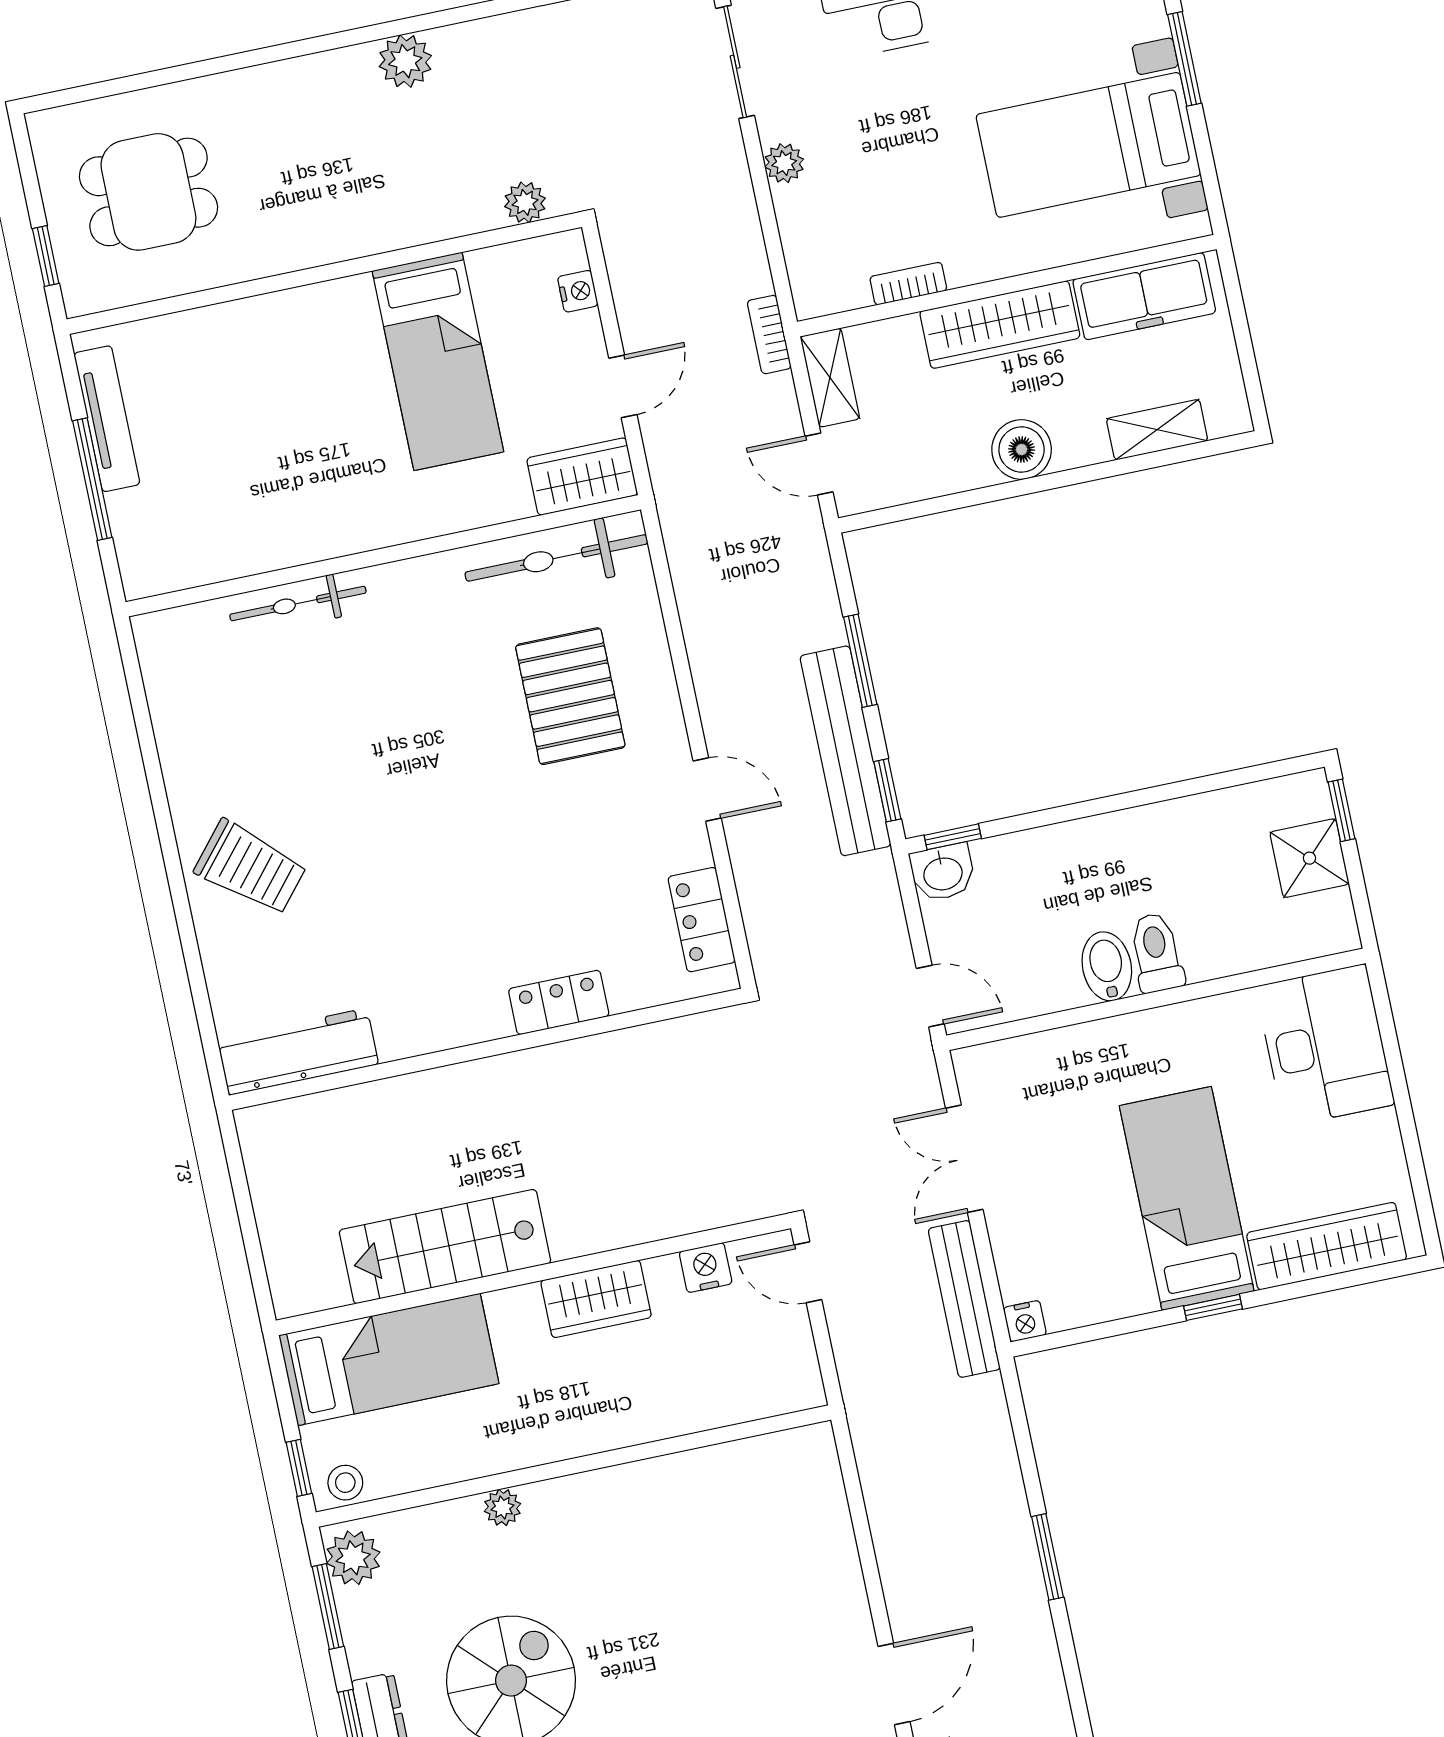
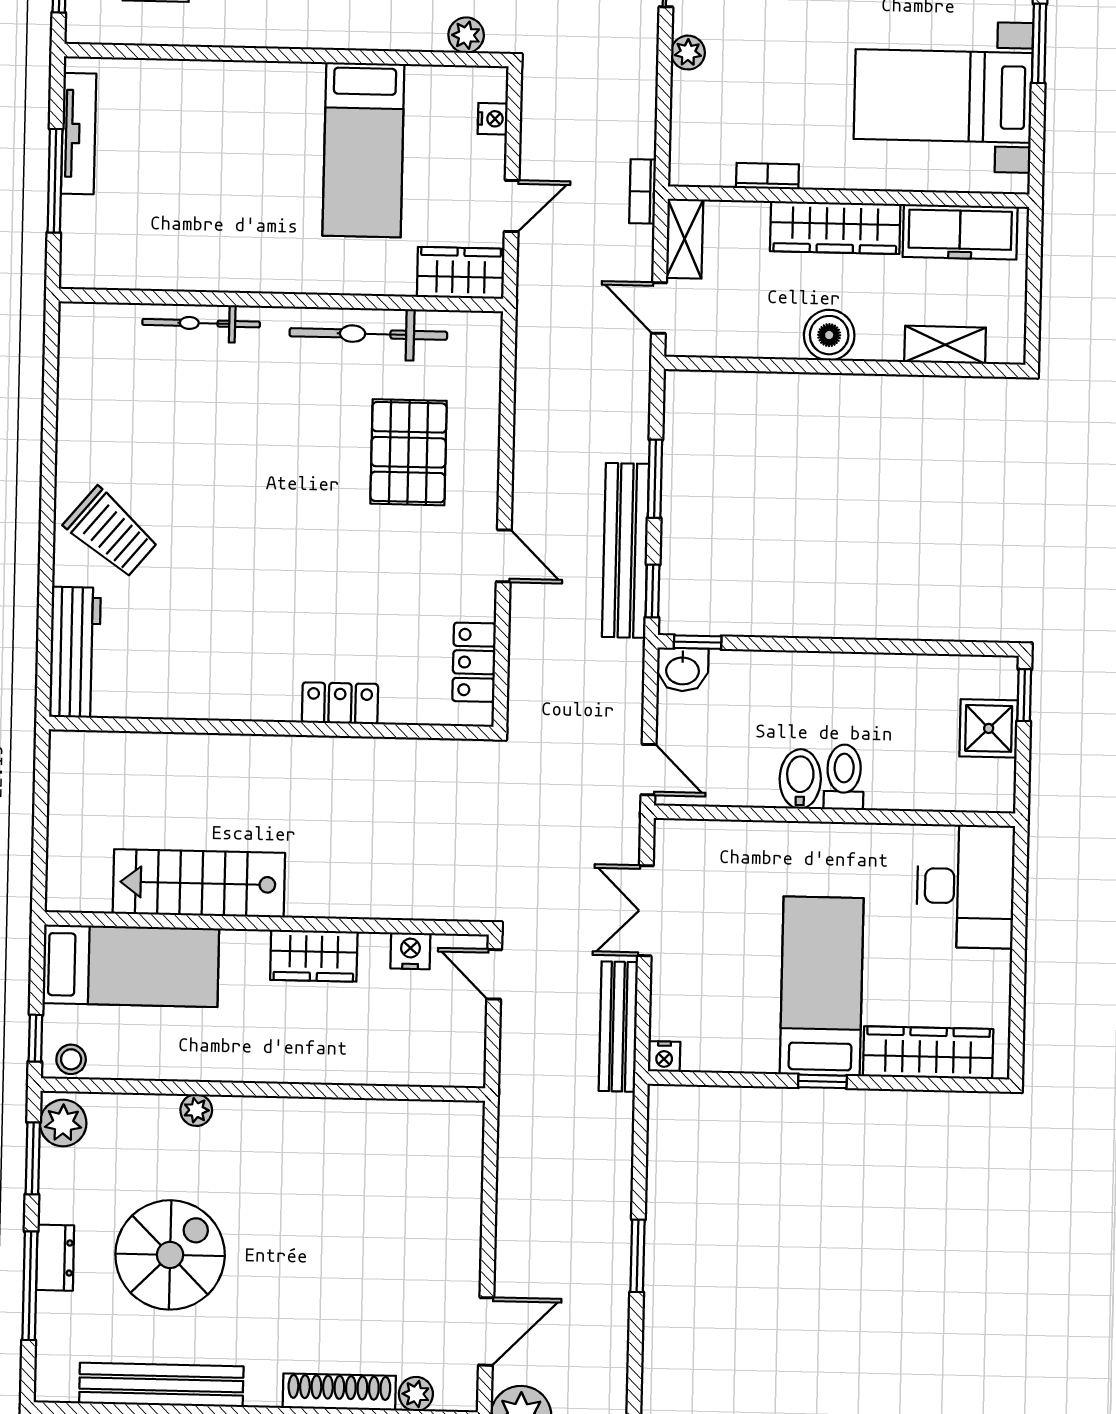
bicycle: (556, 558) -> (368, 334), moved
workbench: (298, 1052) -> (75, 652), moved, turned 90

